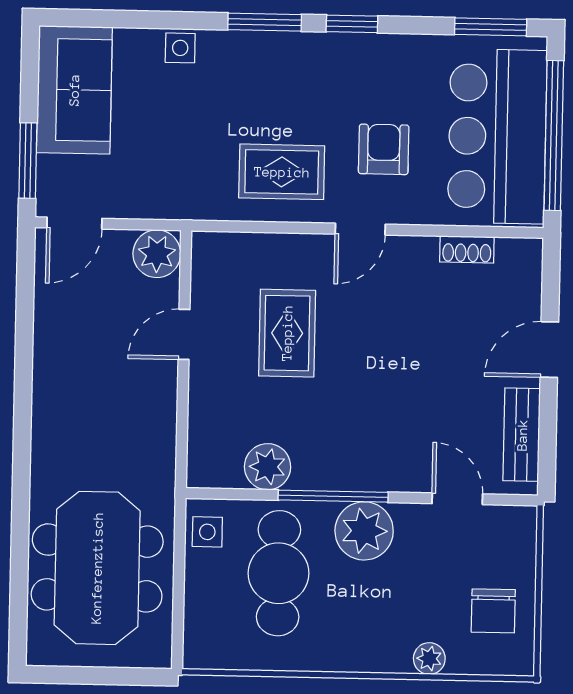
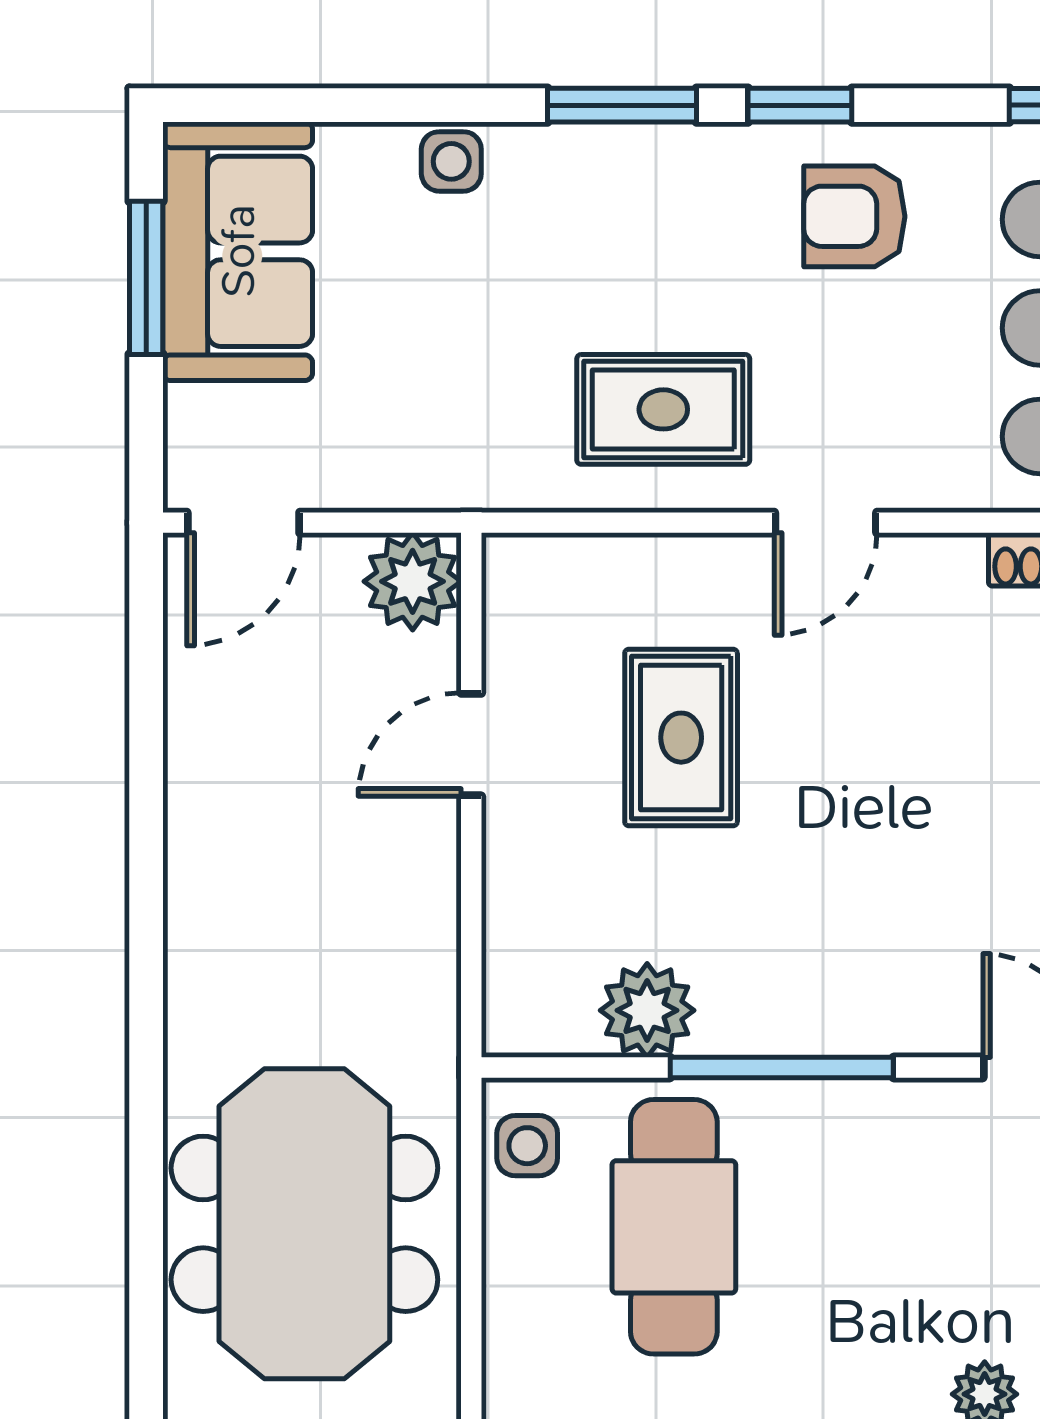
armchair: (384, 149) -> (854, 216), moved, turned -90
window: (28, 161) -> (146, 278), moved
plant: (364, 531) -> (846, 1137), removed

